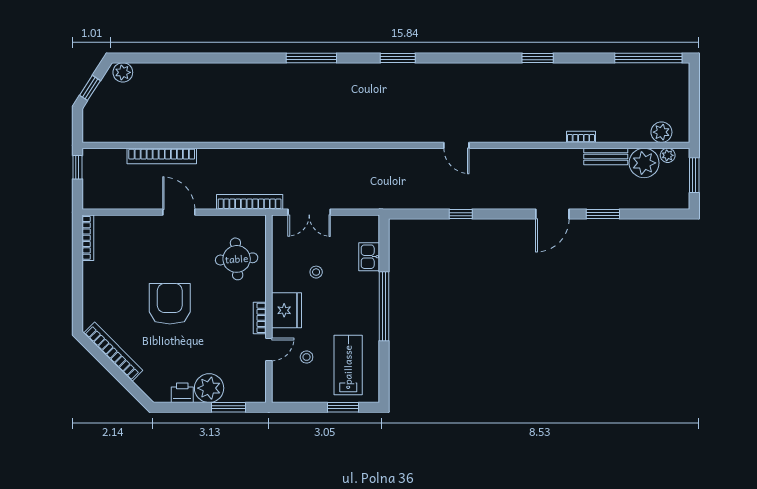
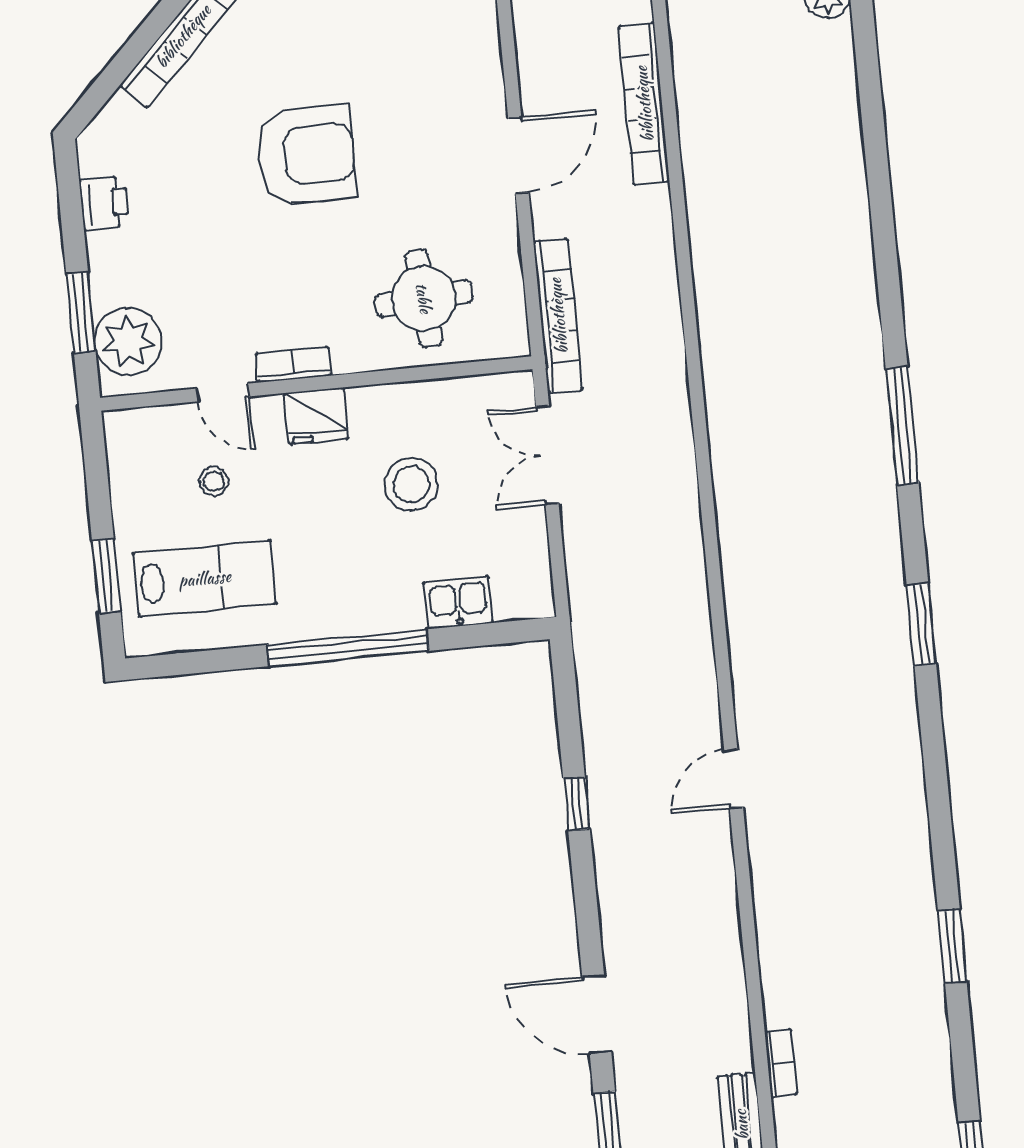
stool: (316, 272) -> (411, 484), width x1.89, depth x1.89
fridge: (287, 310) -> (316, 416), width x0.73, depth x0.75
plant: (209, 388) -> (128, 341), moved

